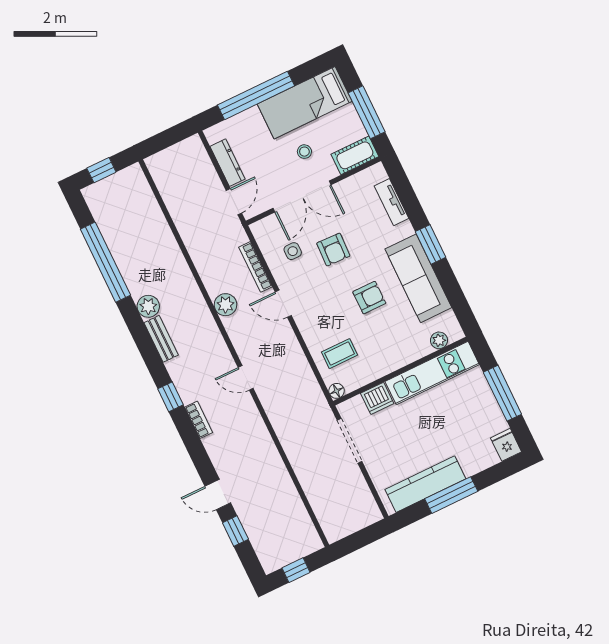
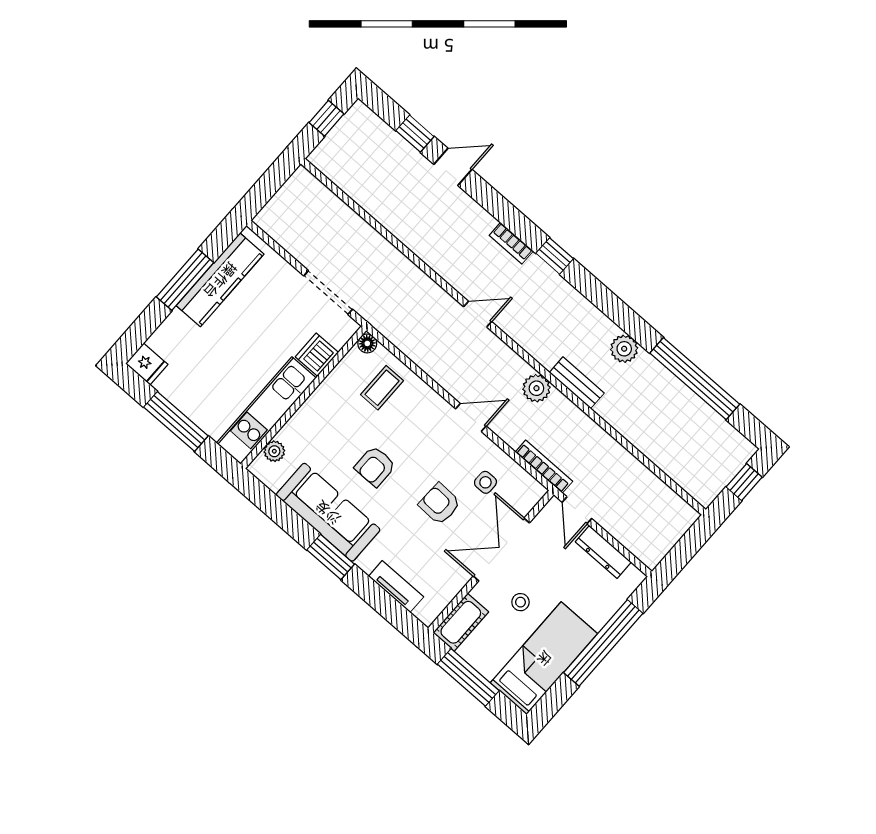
bookcase: (256, 267) -> (544, 467), moved
bench: (161, 339) -> (577, 383), moved

